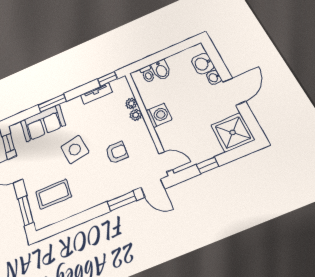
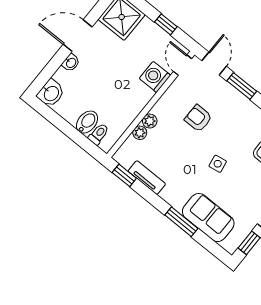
washbasin: (203, 64) -> (51, 93), moved
washing machine: (159, 115) -> (155, 77), moved
side table: (75, 149) -> (218, 164), width x0.54, depth x0.54

